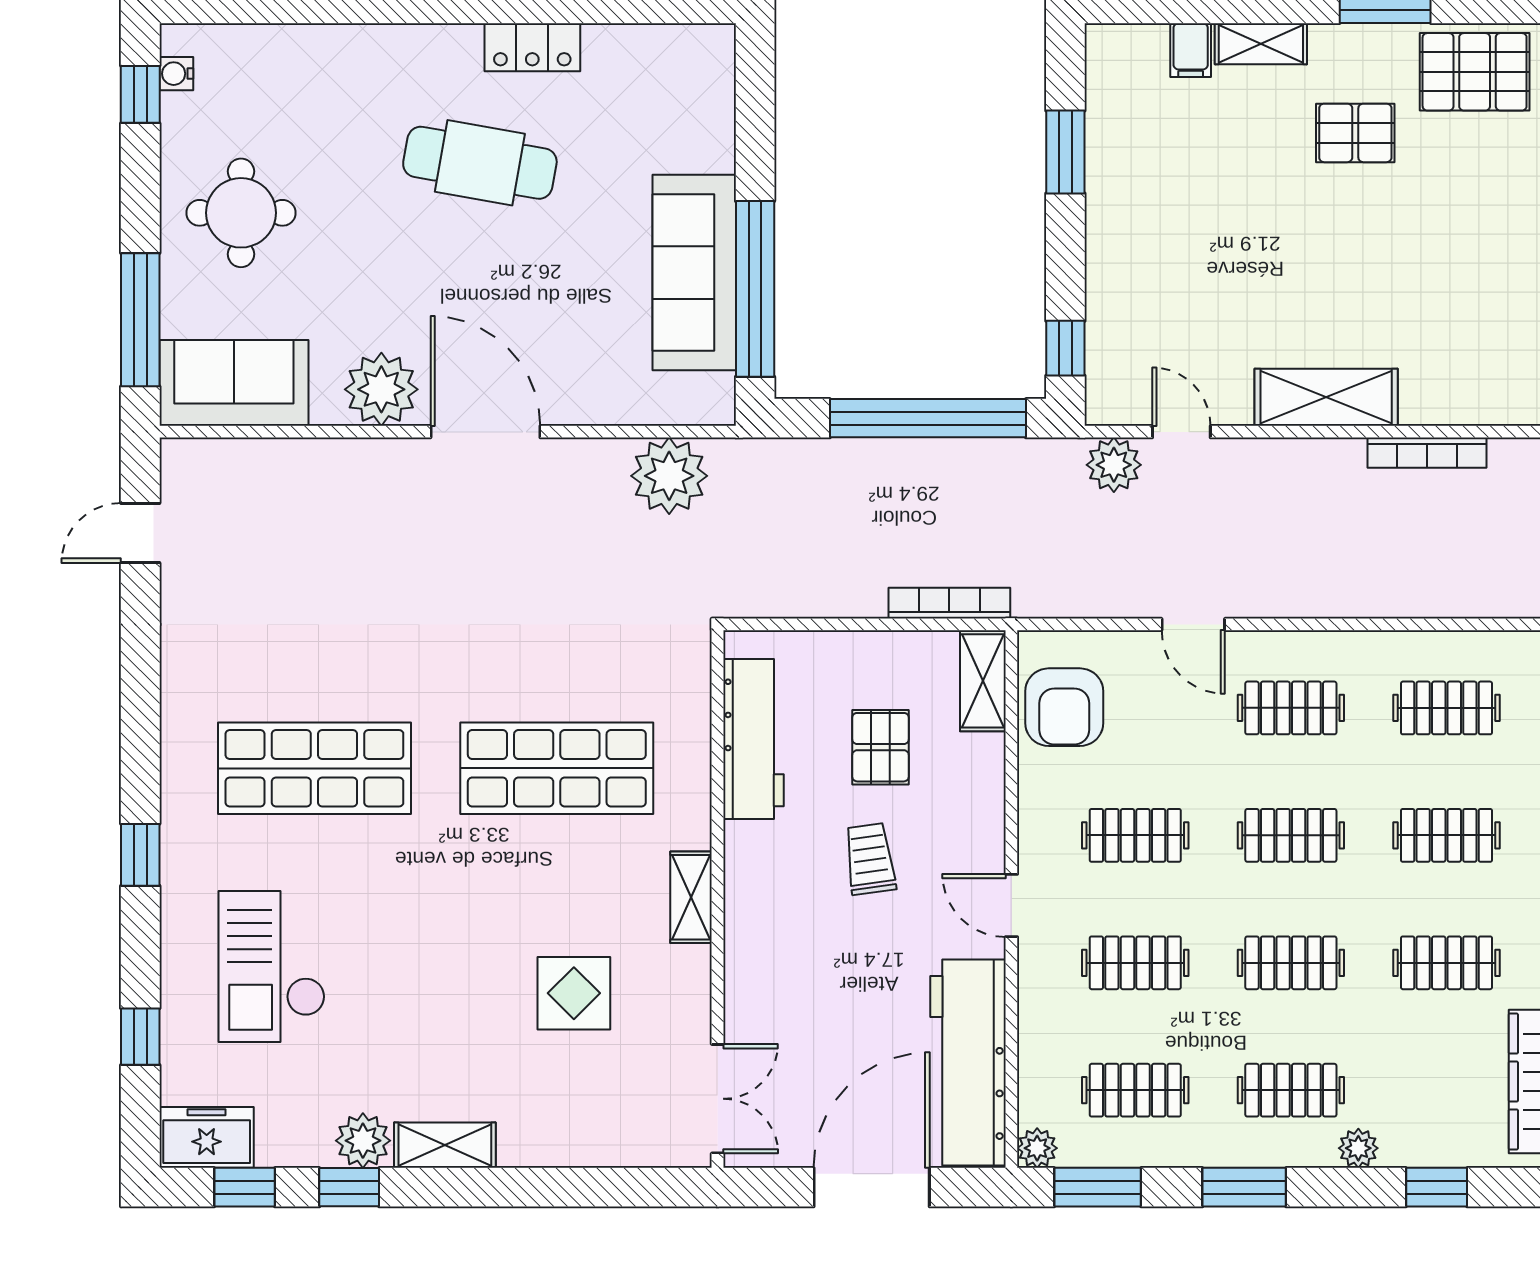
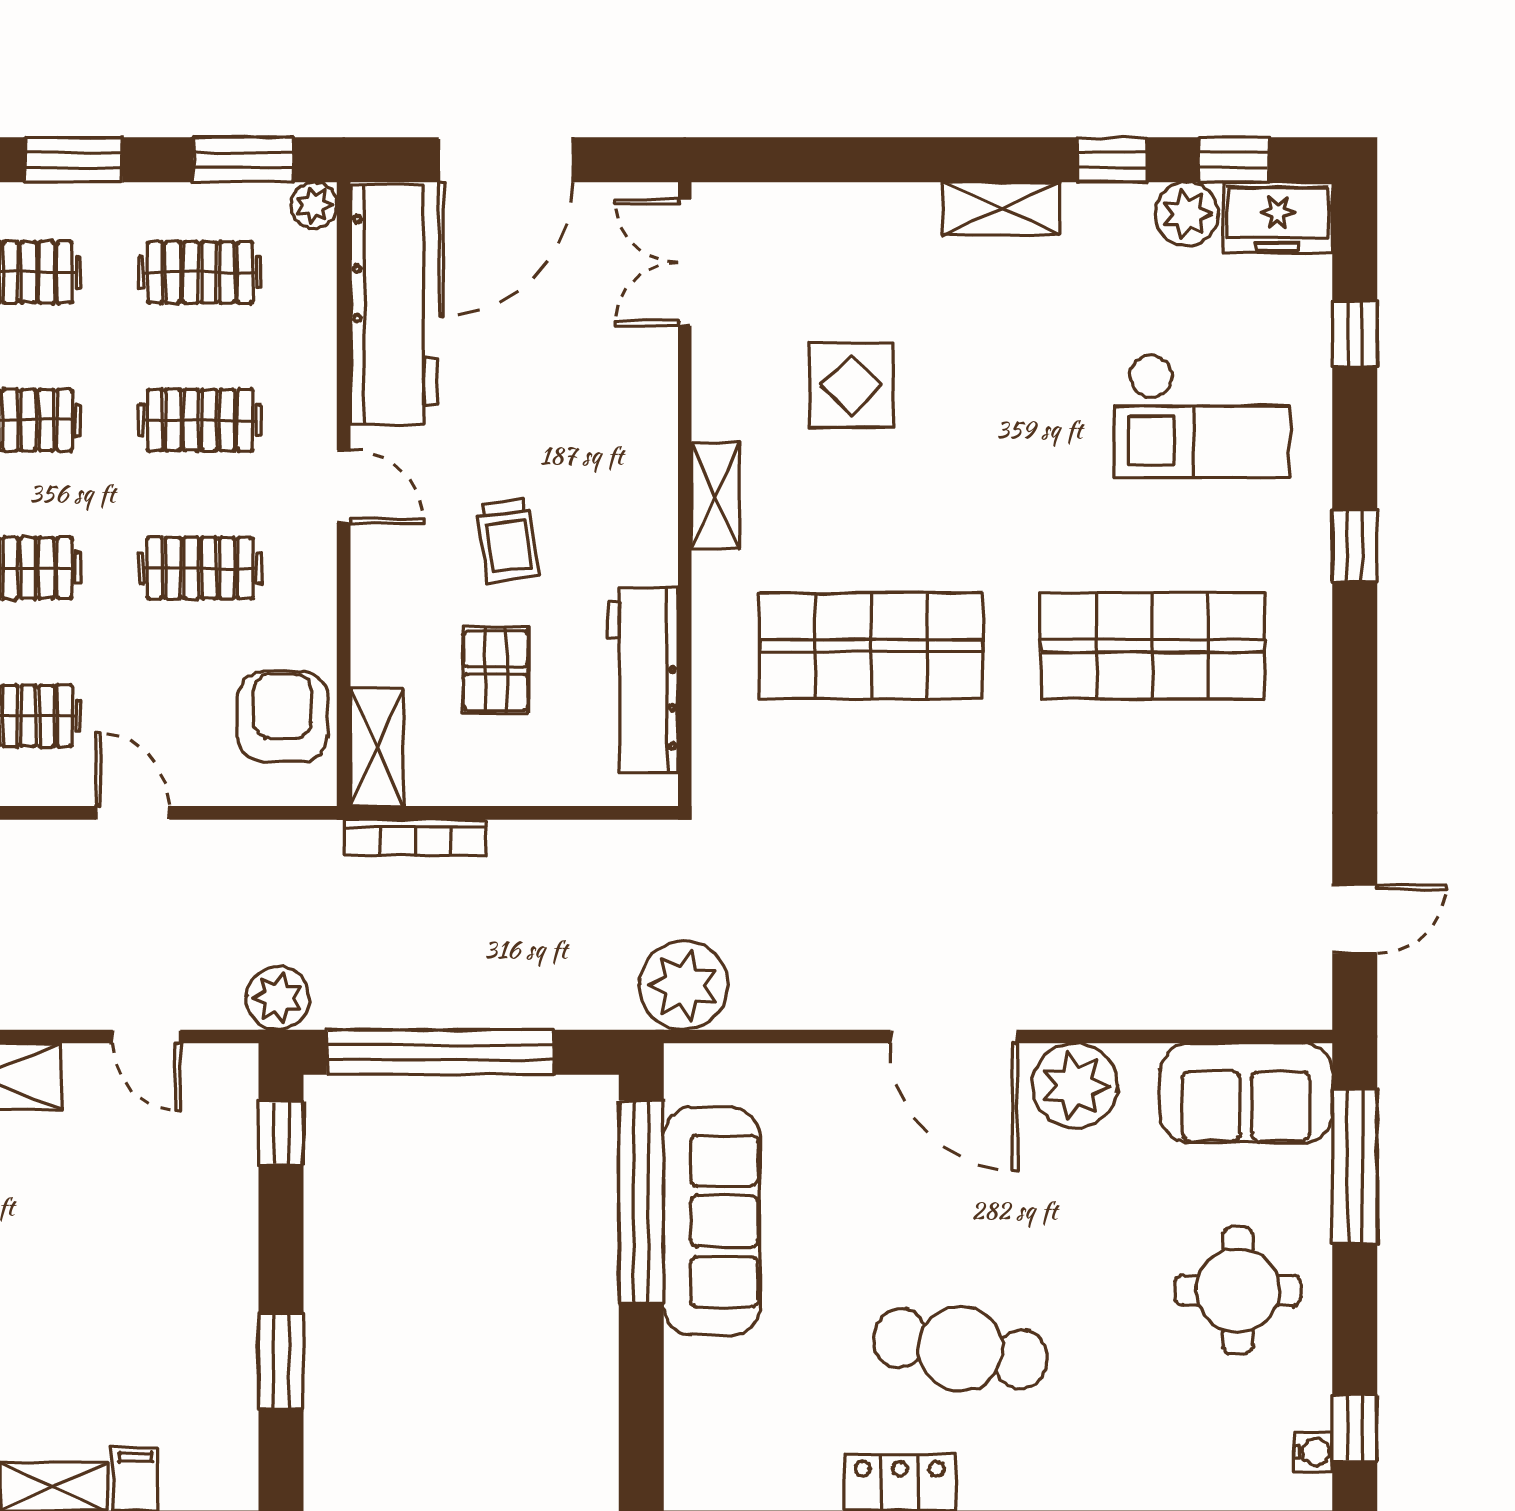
plant: (1114, 465) -> (278, 998), moved
plant: (669, 476) -> (684, 985), moved
checkout: (272, 966) -> (1202, 416), turned 90
plant: (363, 1141) -> (1187, 214), moved

